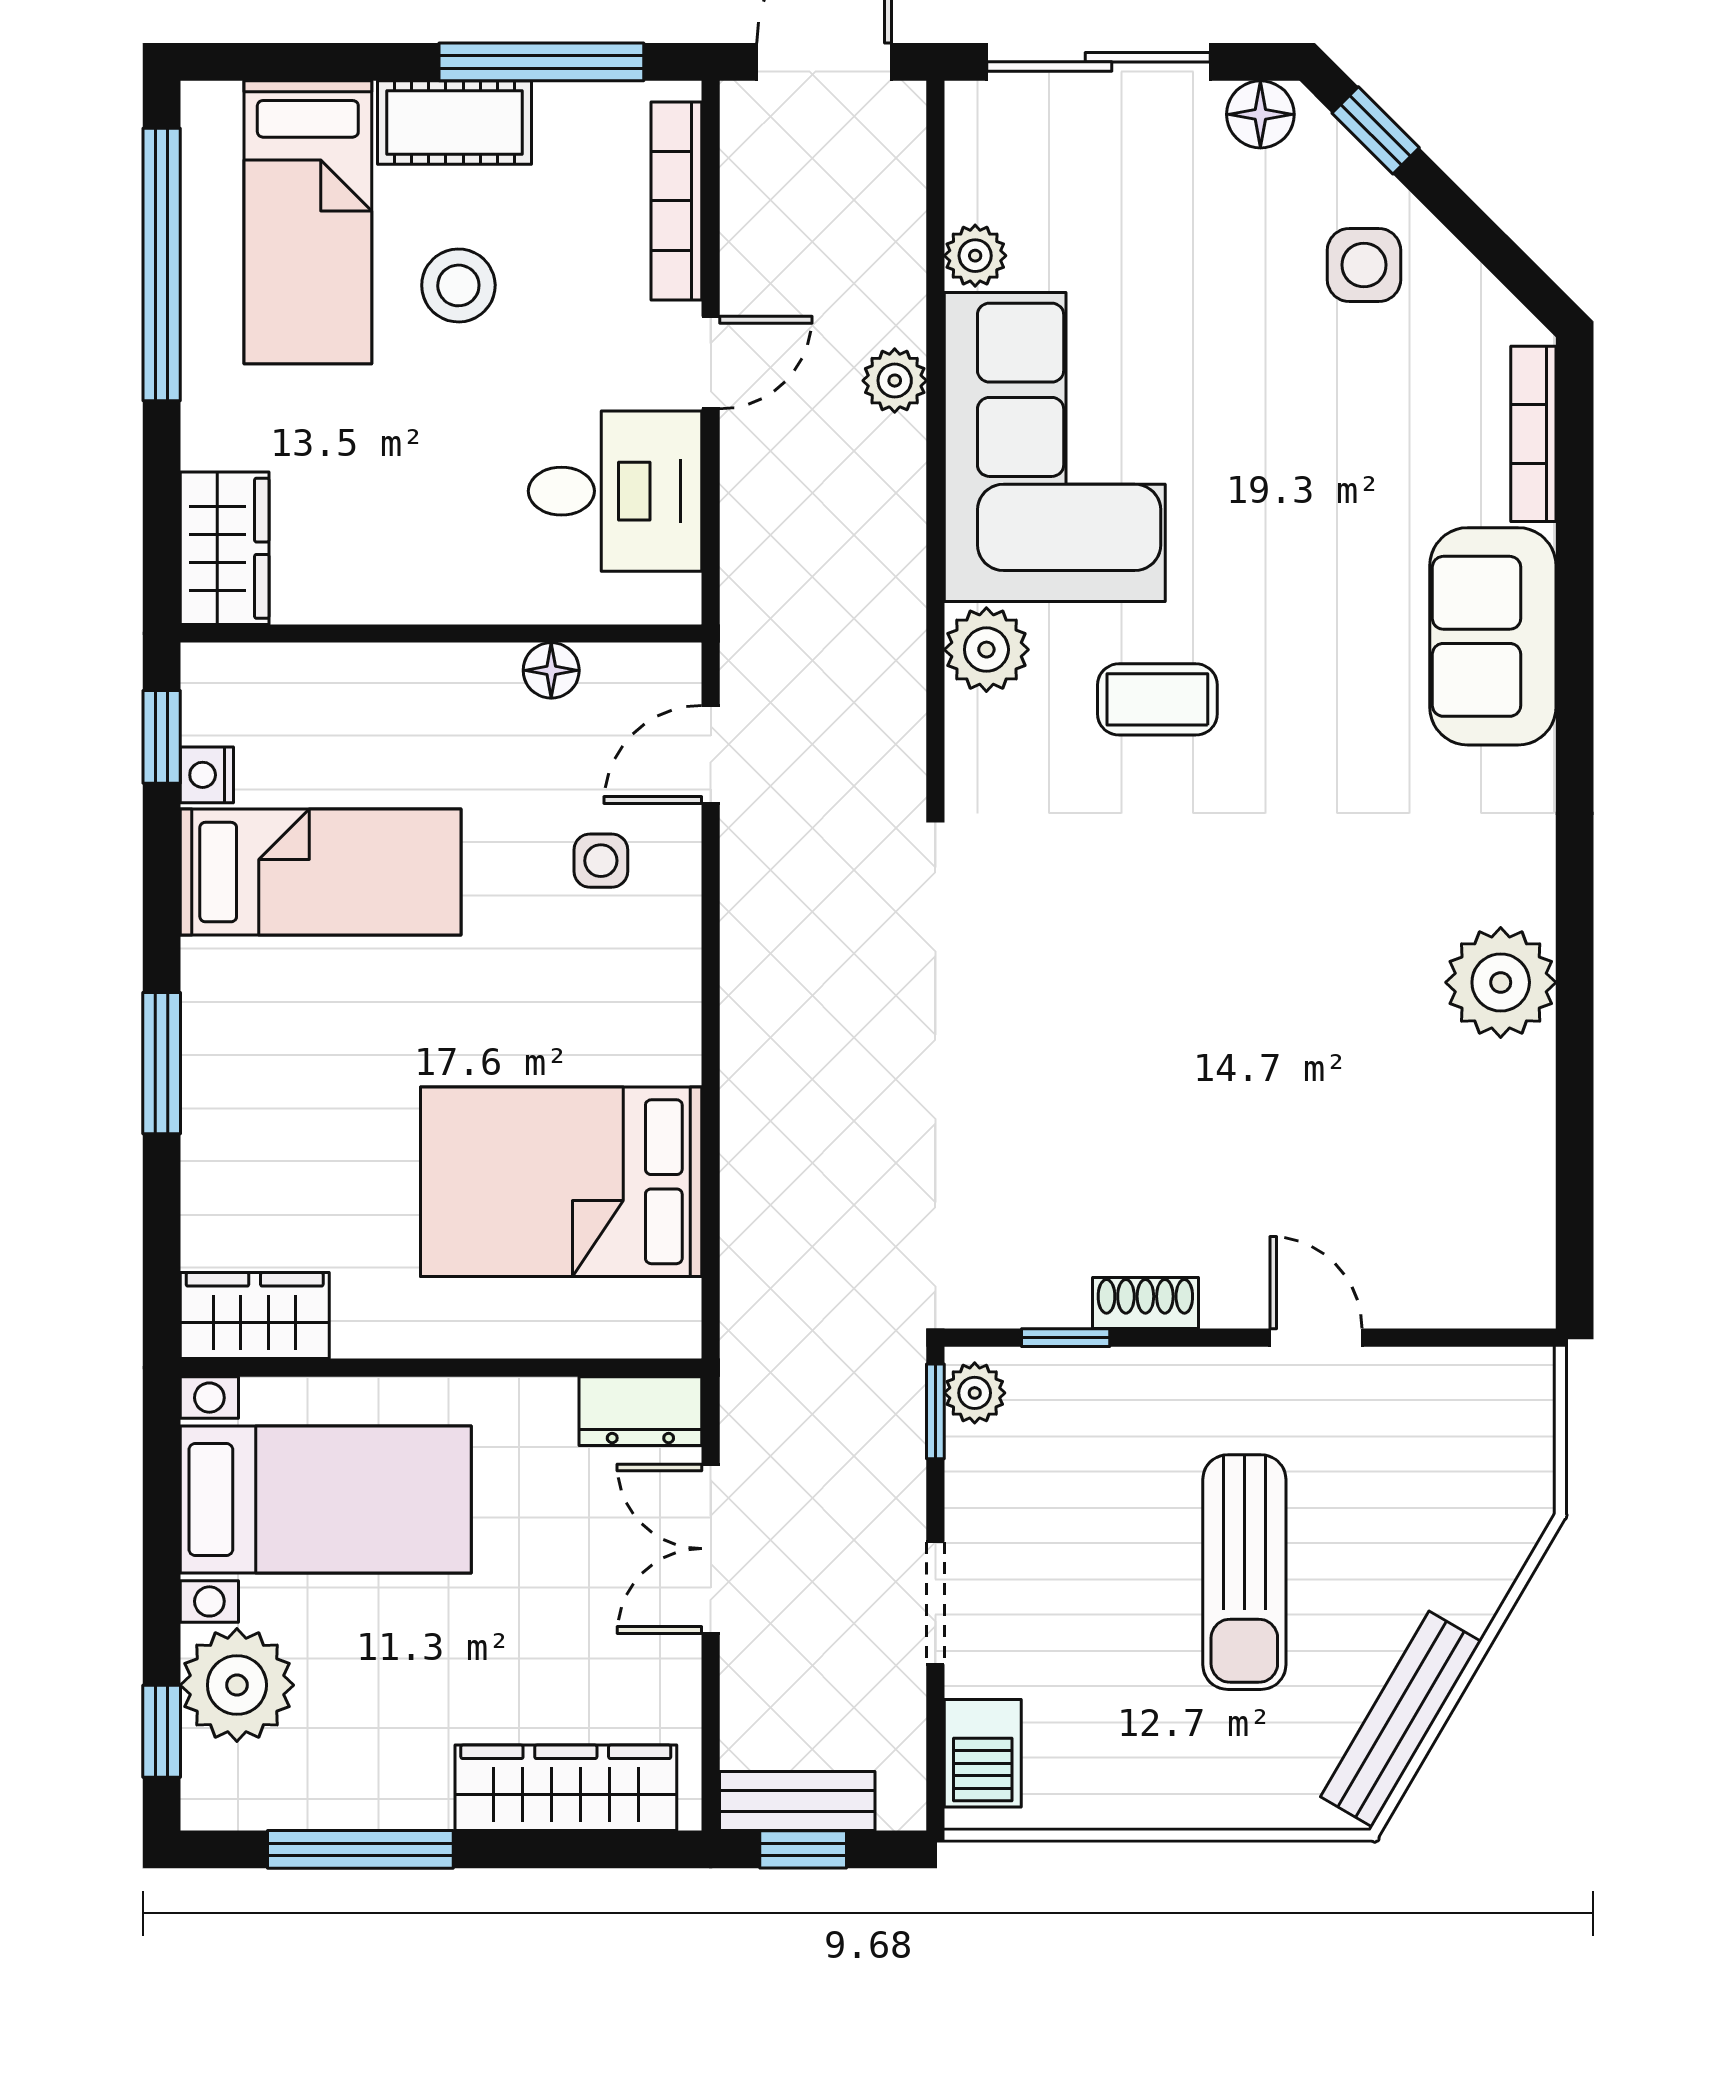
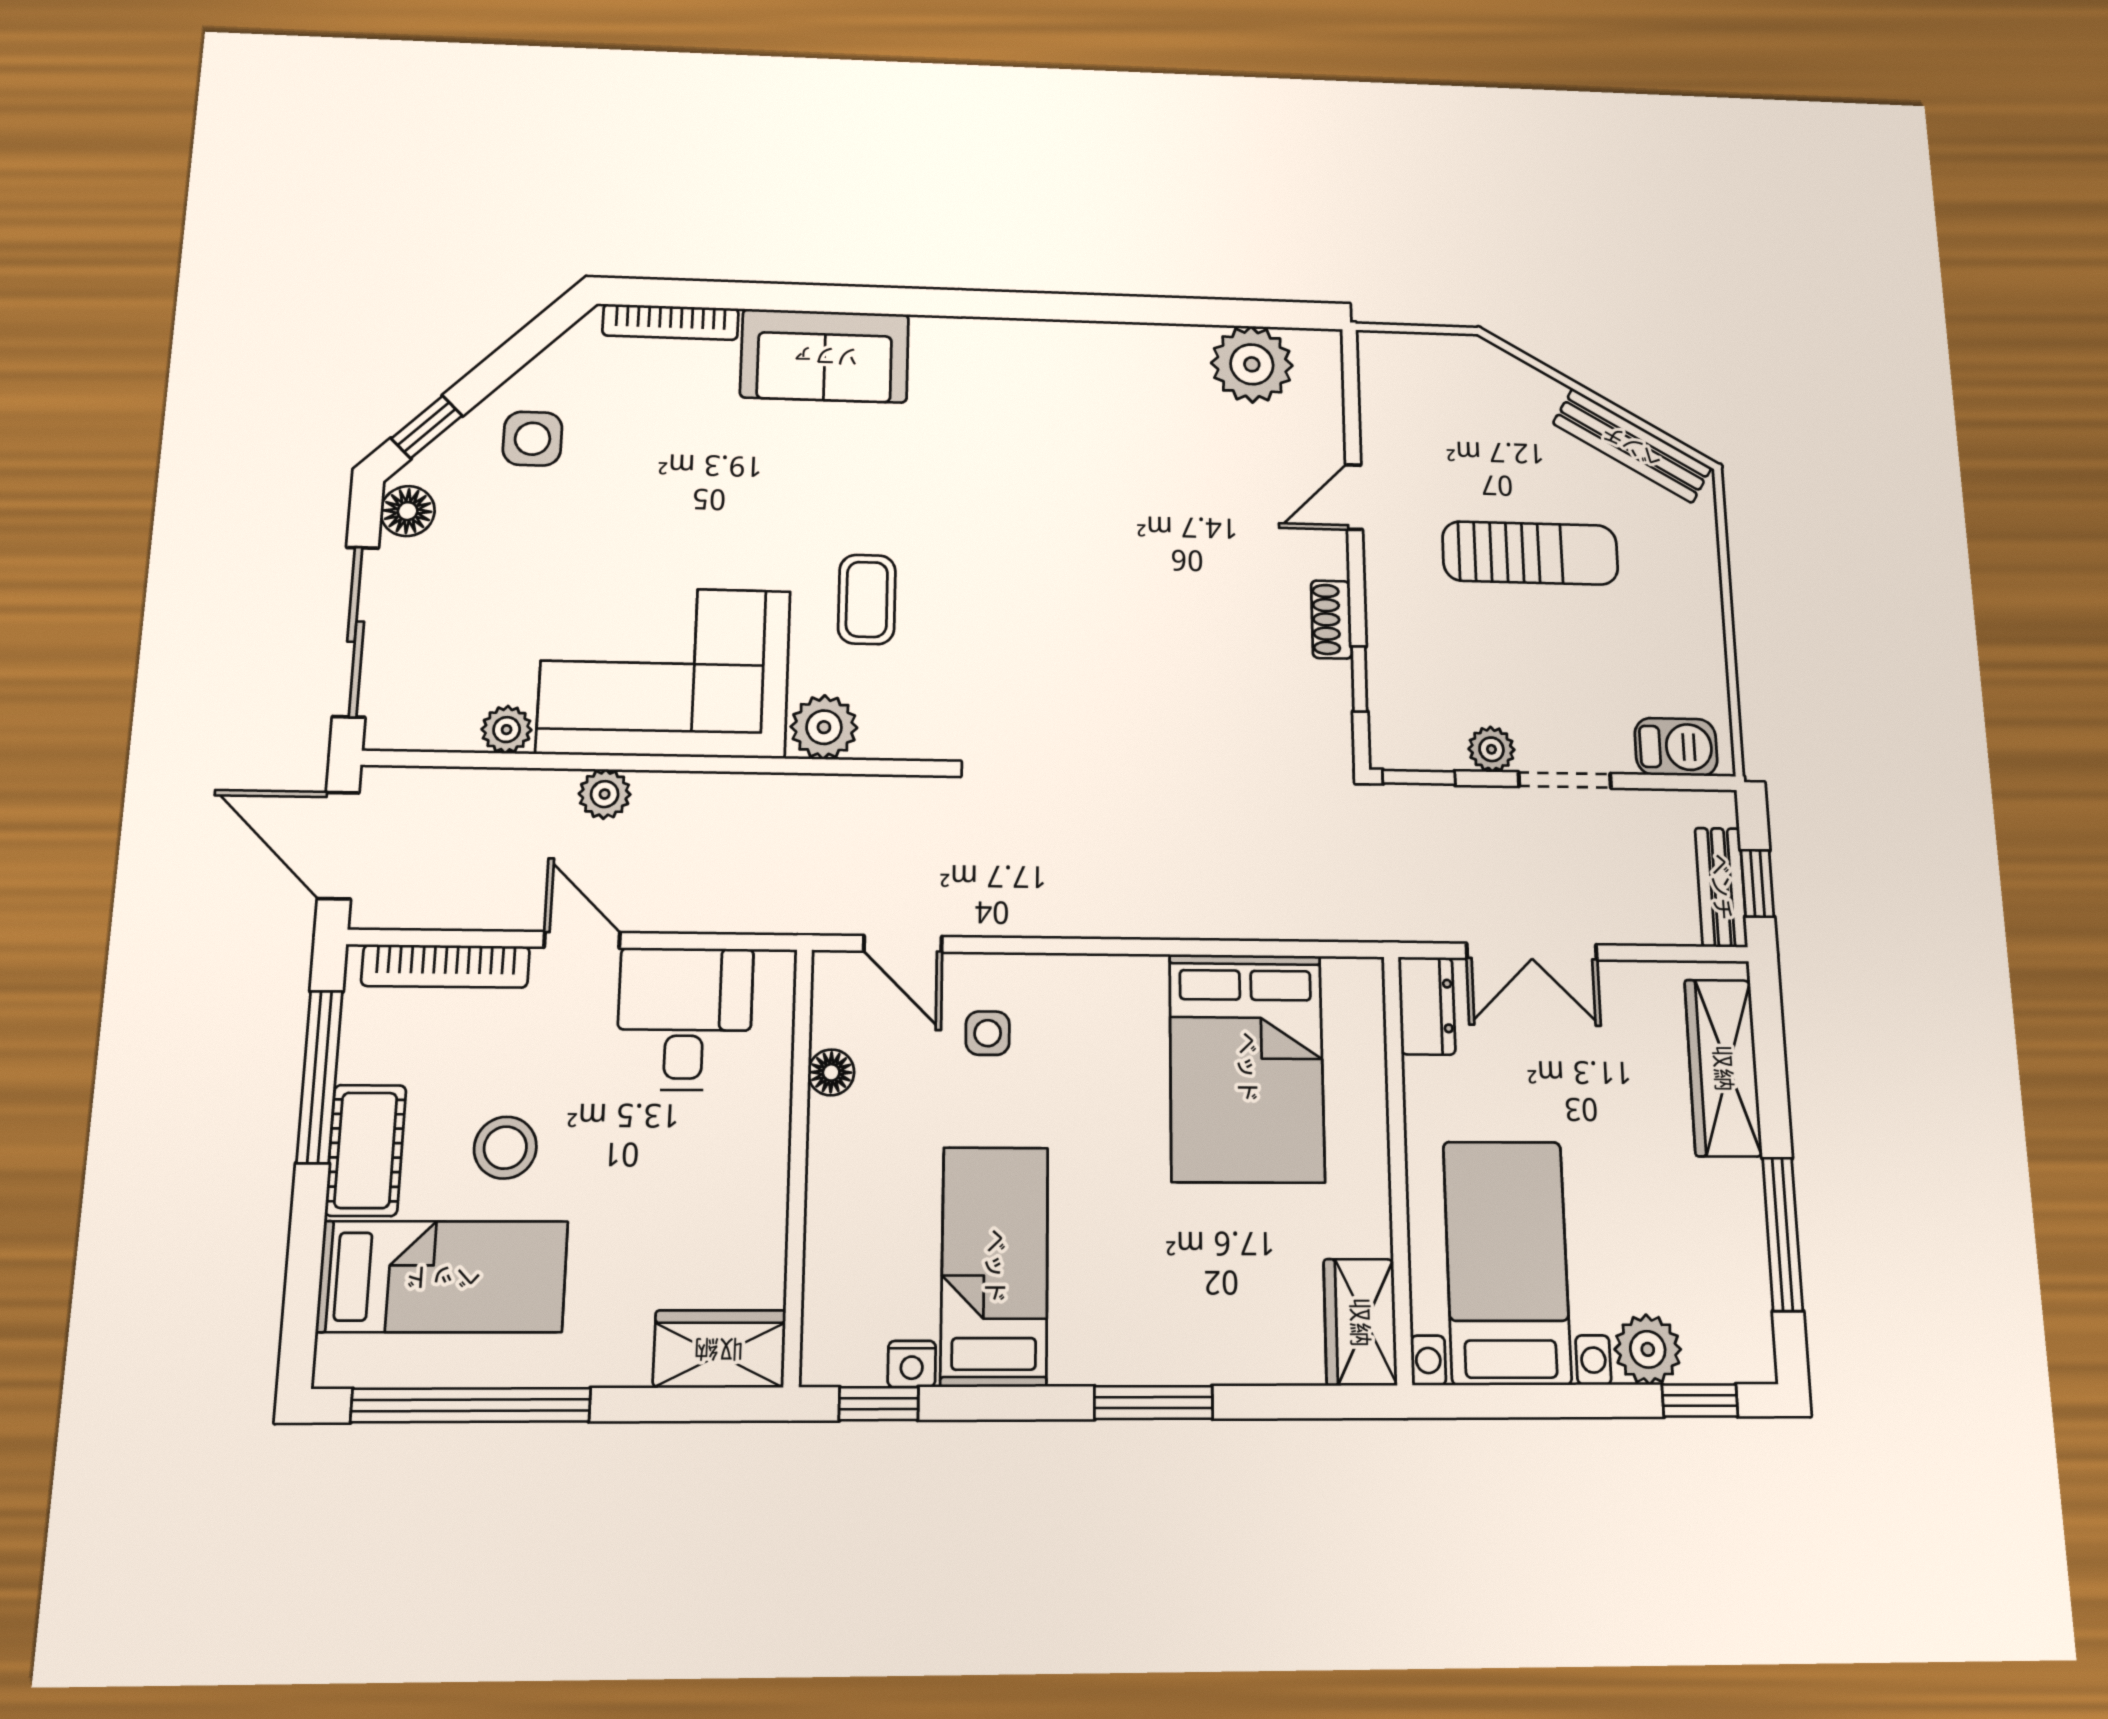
plant: (1501, 982) -> (1252, 364), moved
plant: (975, 1393) -> (1491, 749), moved
plant: (237, 1685) -> (1648, 1349), width x0.73, depth x0.73

